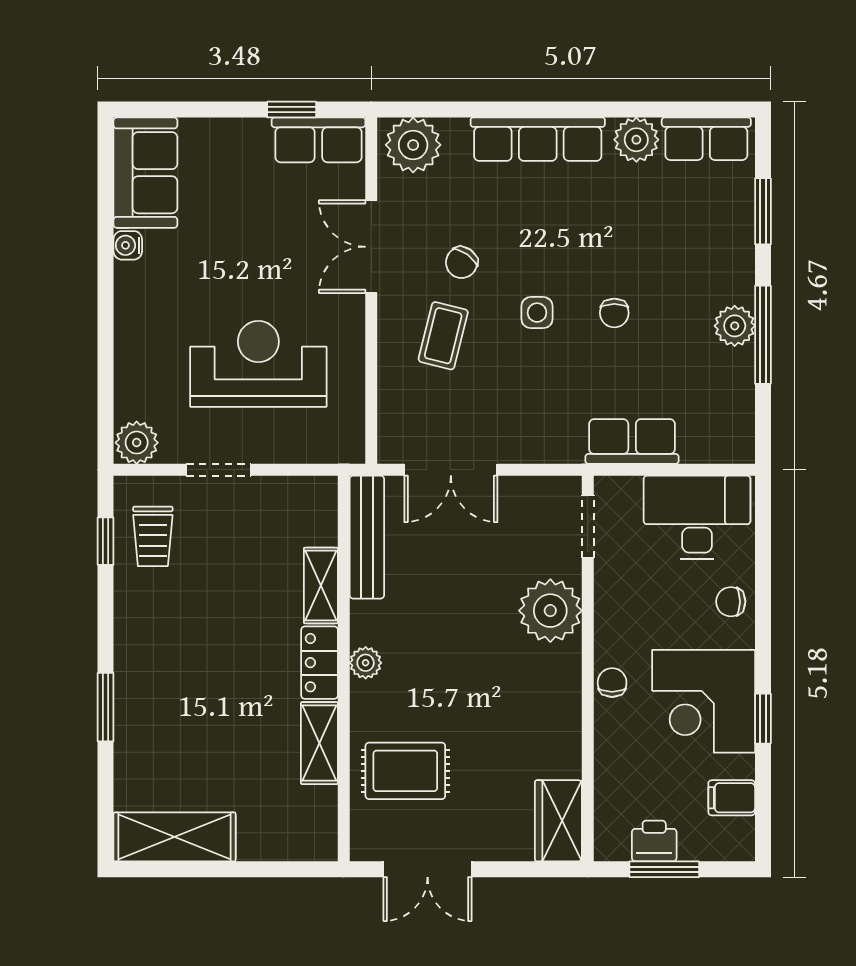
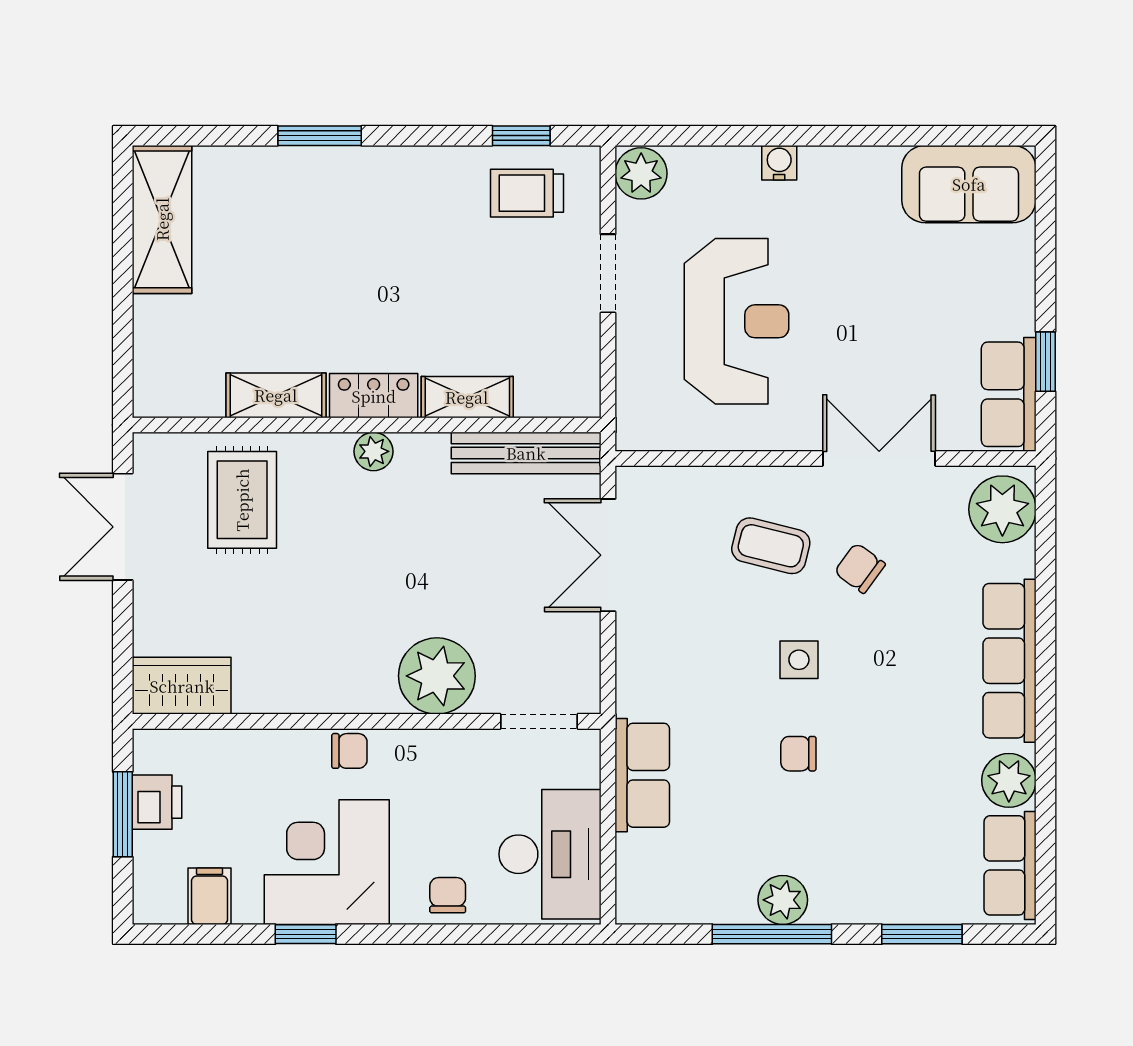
water cooler: (128, 245) -> (779, 163), moved

